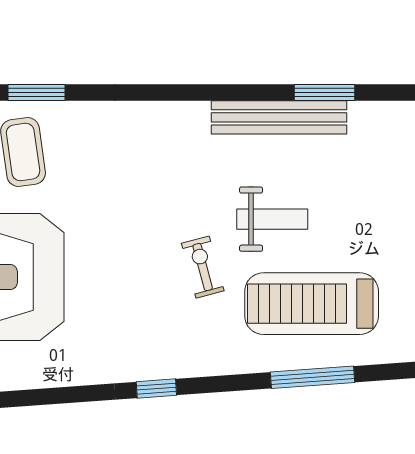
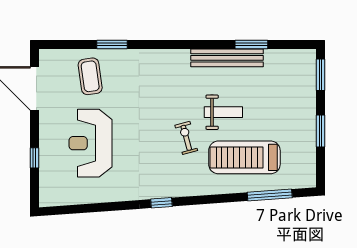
window: (37, 92) -> (112, 44), moved
window: (313, 377) -> (270, 195), moved

